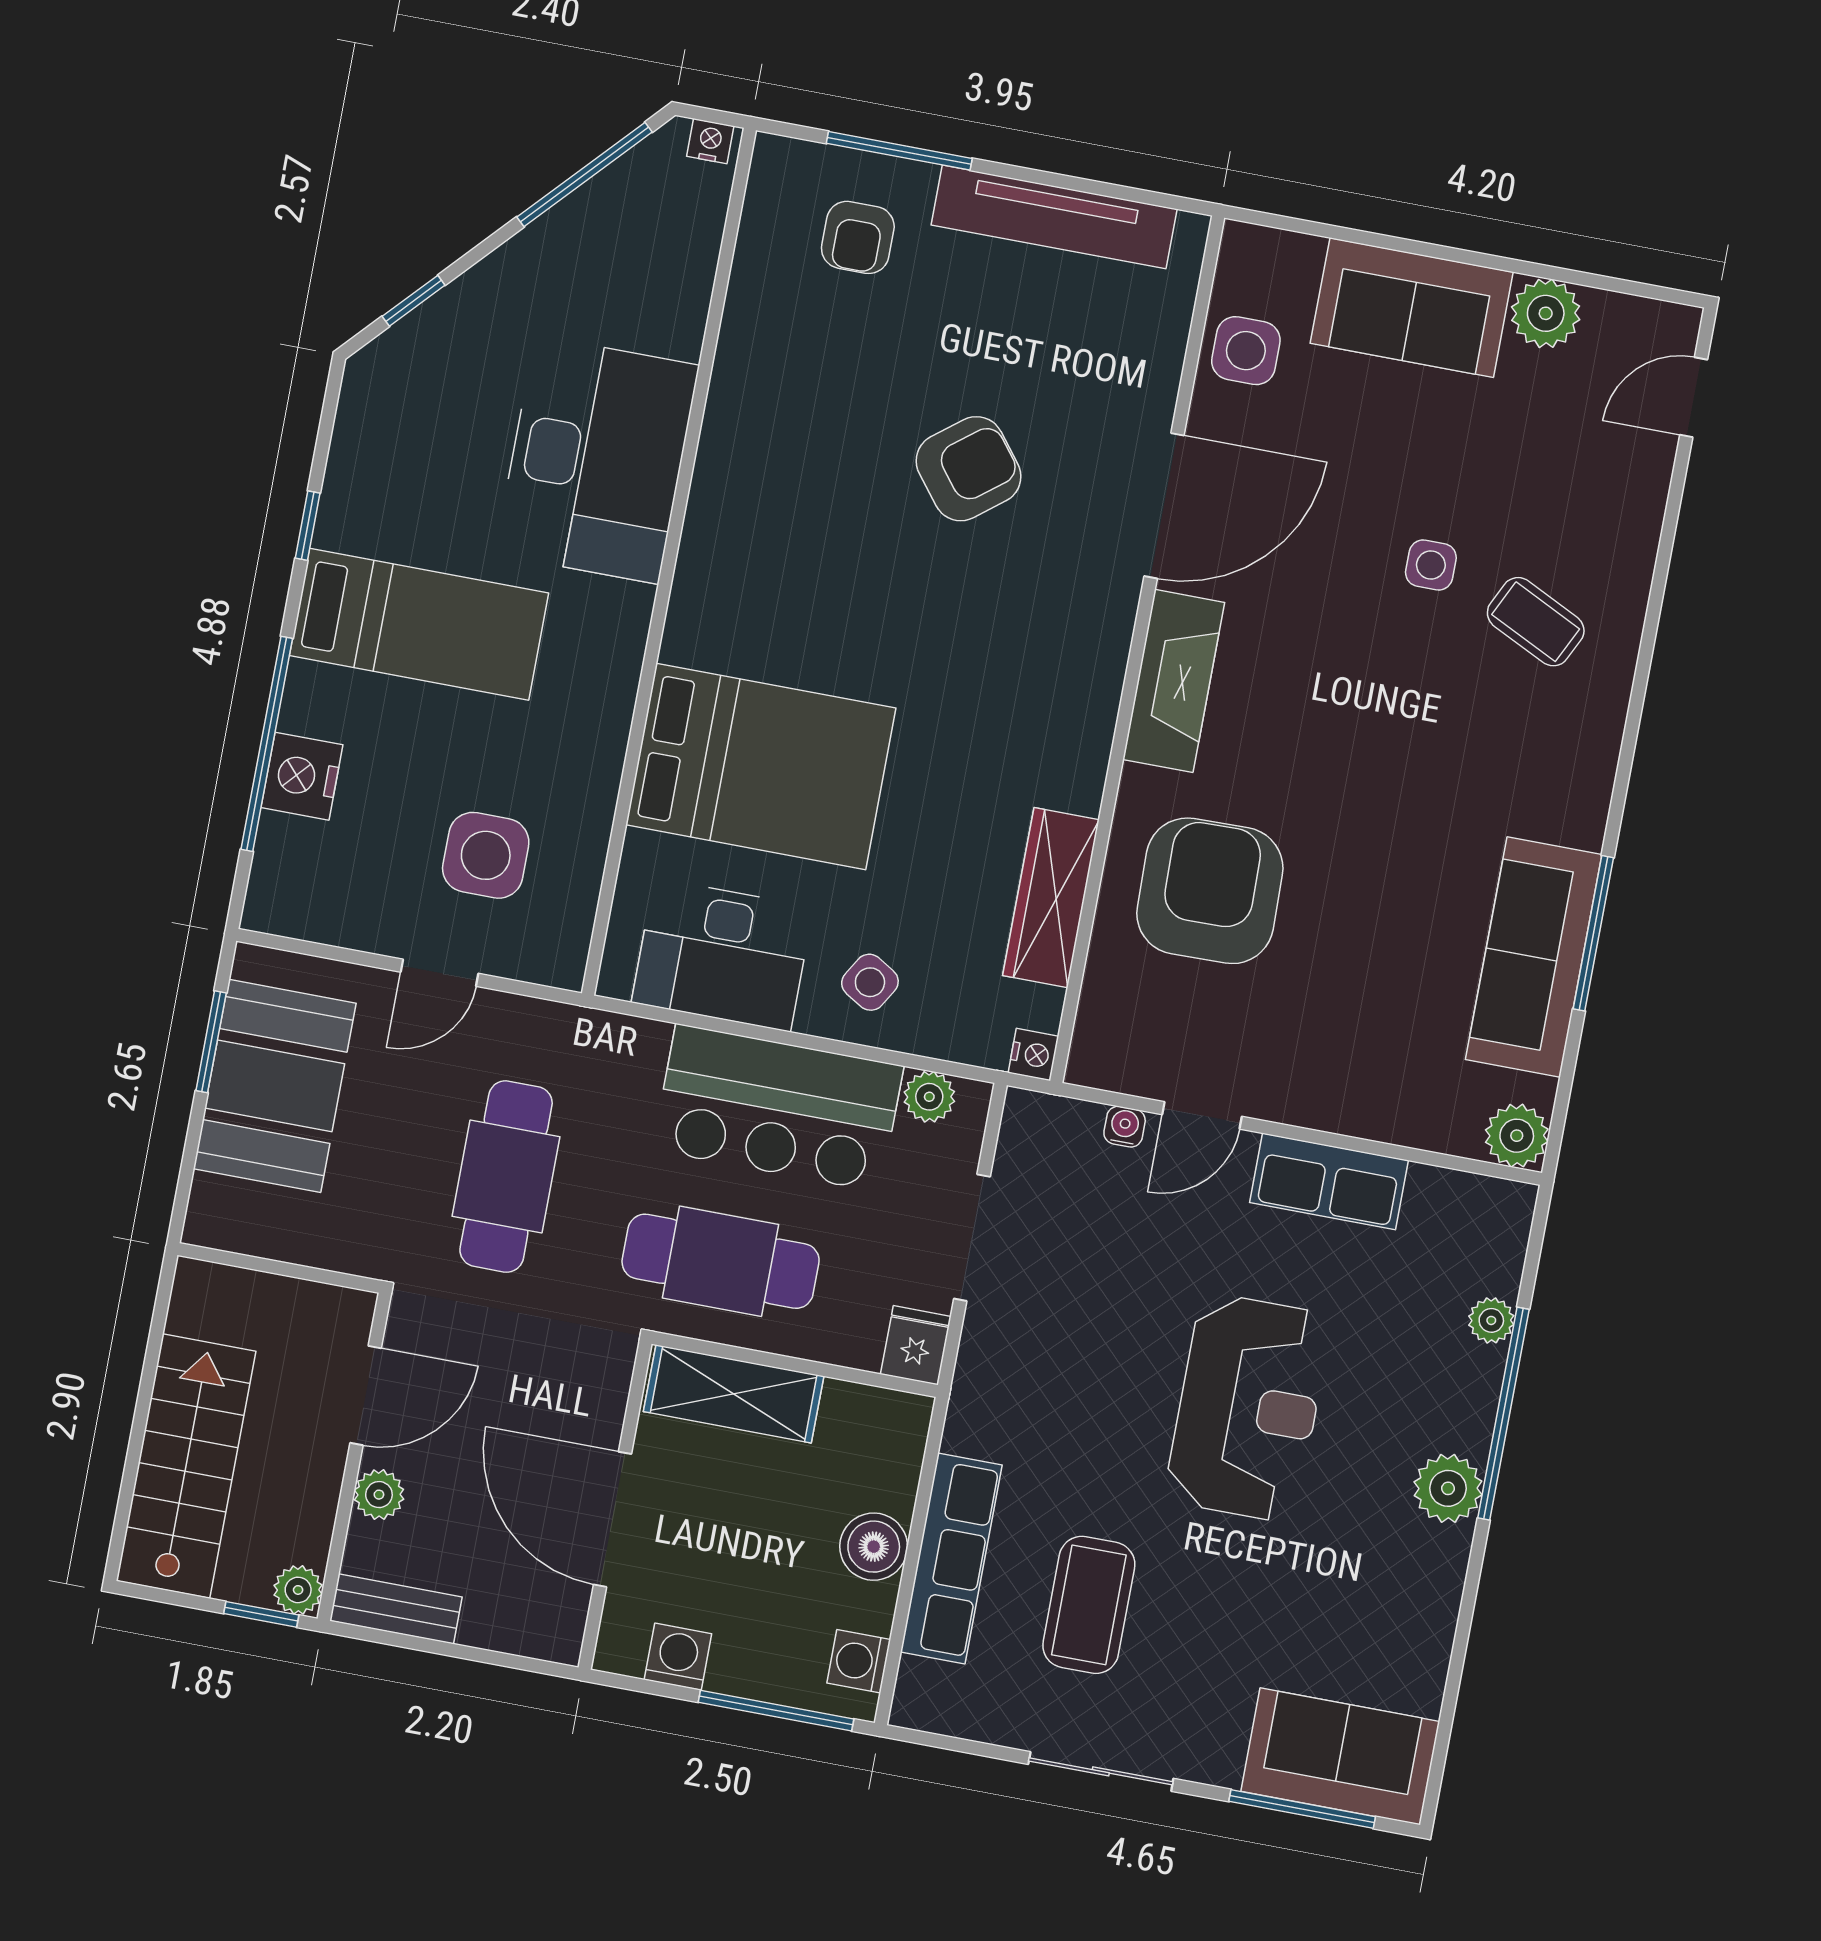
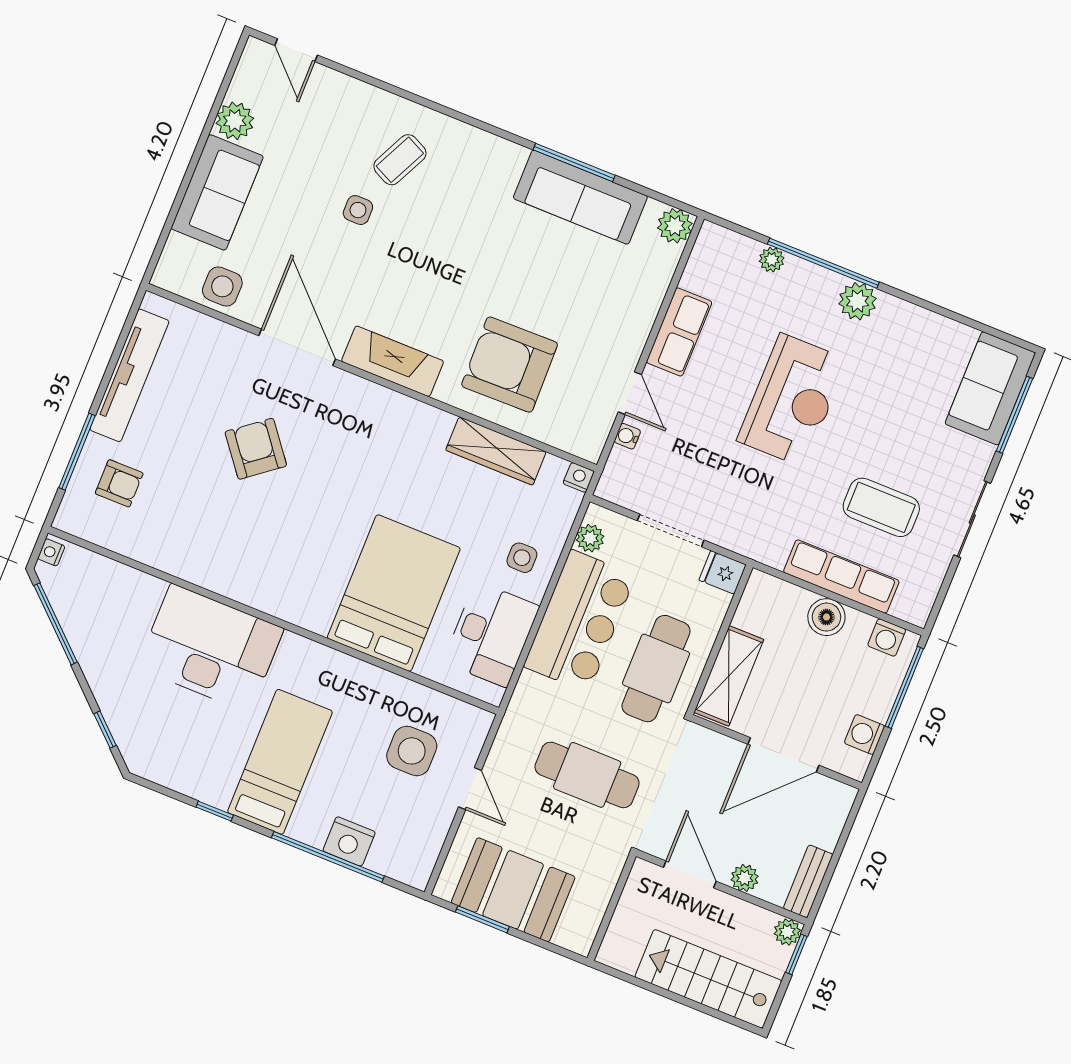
side table: (870, 982) -> (522, 558), turned -31
reception desk: (1248, 1408) -> (792, 400), turned 90

